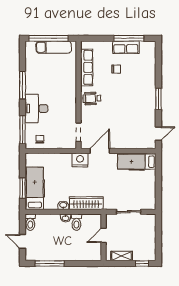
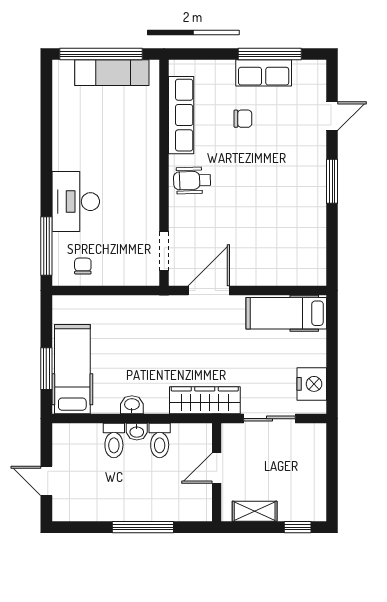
window: (22, 85) -> (46, 152), removed
door: (158, 134) -> (332, 116), moved
nightstand: (80, 160) -> (312, 384), moved, turned 90
wardrobe: (86, 203) -> (205, 400), moved
toilet: (30, 222) -> (114, 440), moved
window: (50, 263) -> (143, 527), moved

